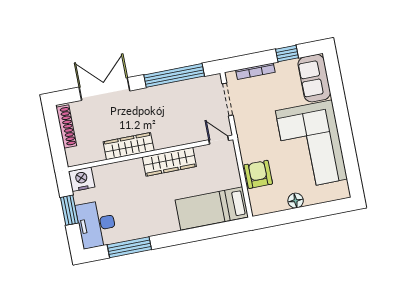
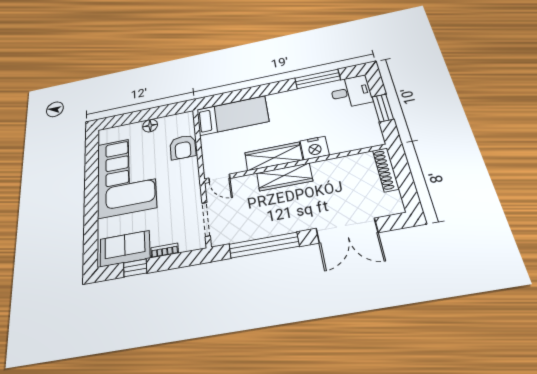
bookcase: (255, 71) -> (165, 250), width x0.64
sofa: (314, 78) -> (125, 249), moved, turned -90
shoe rack: (66, 127) -> (386, 170), moved
wardrobe: (129, 146) -> (284, 177), moved
nightstand: (82, 179) -> (315, 148), moved
desk: (97, 224) -> (351, 92), width x0.73

